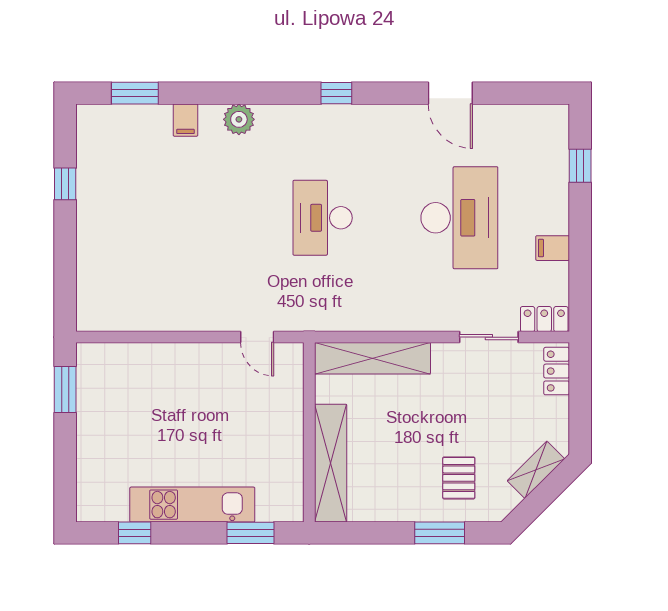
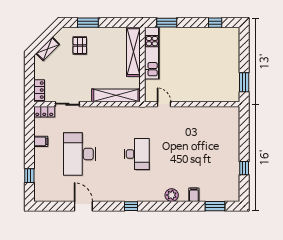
kitchen unit: (192, 505) -> (152, 53), moved, turned -90

